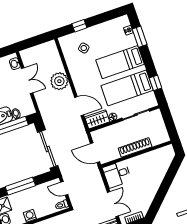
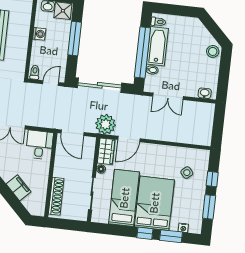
window: (102, 18) -> (209, 207), added
bed: (120, 62) -> (154, 203), width x1.50
double door: (27, 81) -> (168, 96), moved
plant: (59, 81) -> (105, 124), moved
window: (156, 83) -> (145, 233), moved
shoe rack: (135, 147) -> (56, 196), moved
door: (95, 153) -> (72, 133), swing flipped
filing cabinet: (158, 175) -> (19, 188), added

